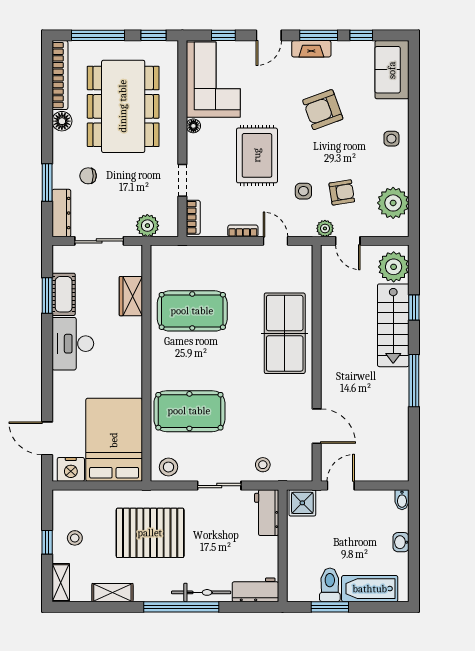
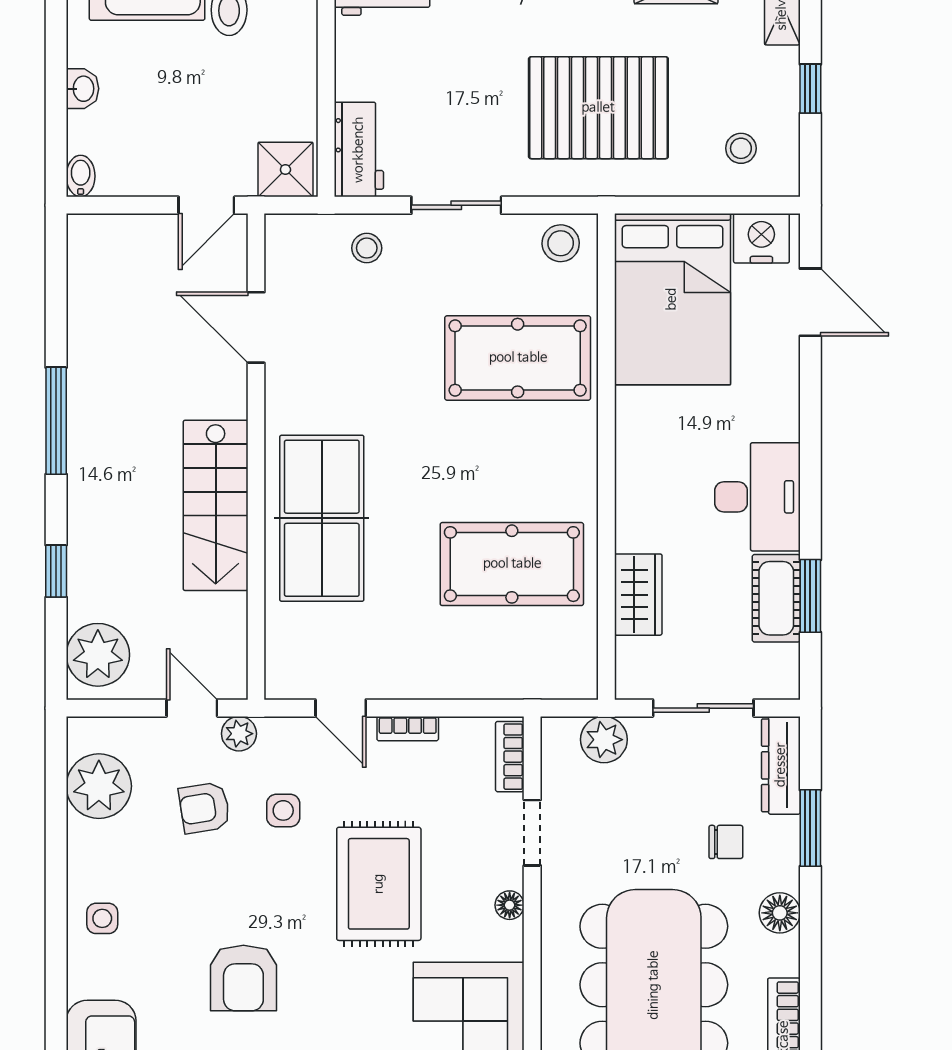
armchair: (323, 110) -> (243, 978), turned 110
floor lamp: (62, 121) -> (780, 913), moved
floor lamp: (193, 126) -> (510, 905), moved
stairs: (393, 325) -> (216, 505), moved, turned 180
stool: (75, 538) -> (741, 148), moved

